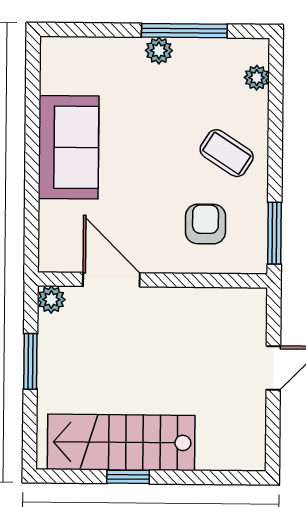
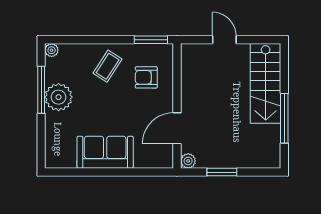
plant: (159, 51) -> (59, 97), width x1.87, depth x1.87
plant: (257, 78) -> (52, 50), moved
stairs: (121, 442) -> (266, 83), moved
window: (128, 477) -> (284, 118), width x2.17

